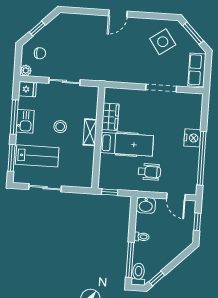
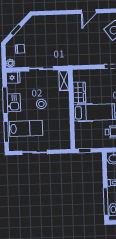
door: (118, 13) -> (89, 12), moved
shelving: (90, 132) -> (64, 80), moved

